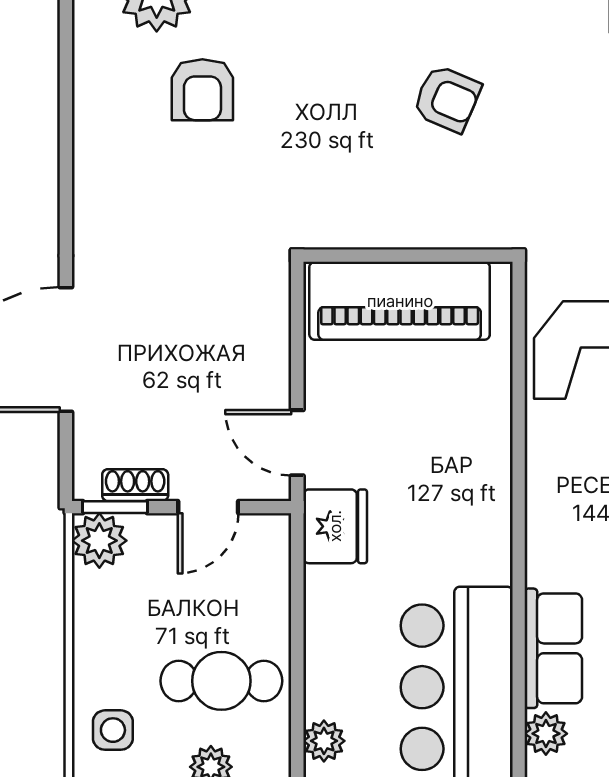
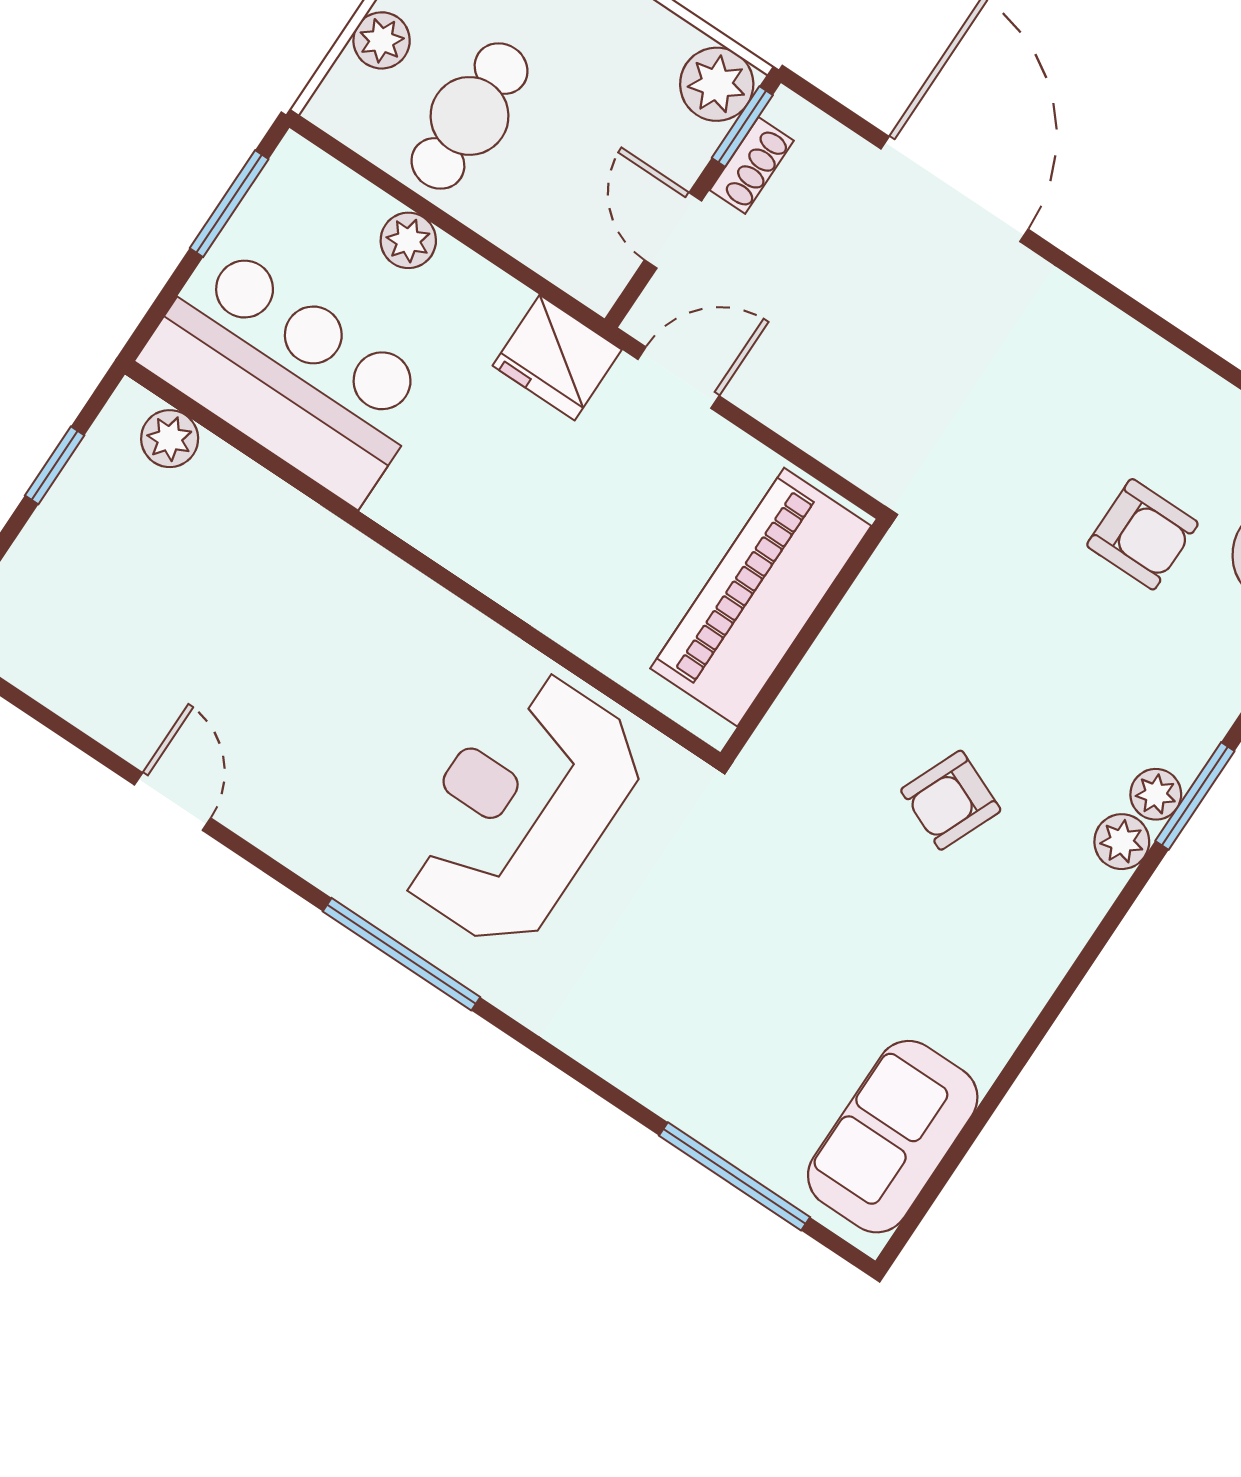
armchair: (202, 90) -> (1142, 534), turned 180
row of seats: (553, 648) -> (259, 510), removed
plant: (324, 741) -> (408, 240), moved

